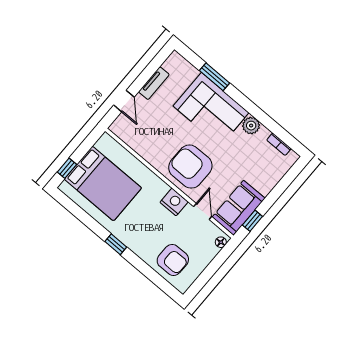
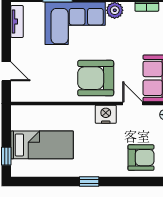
tv unit: (154, 83) -> (17, 21), moved
bed: (103, 183) -> (42, 145), width x0.67

